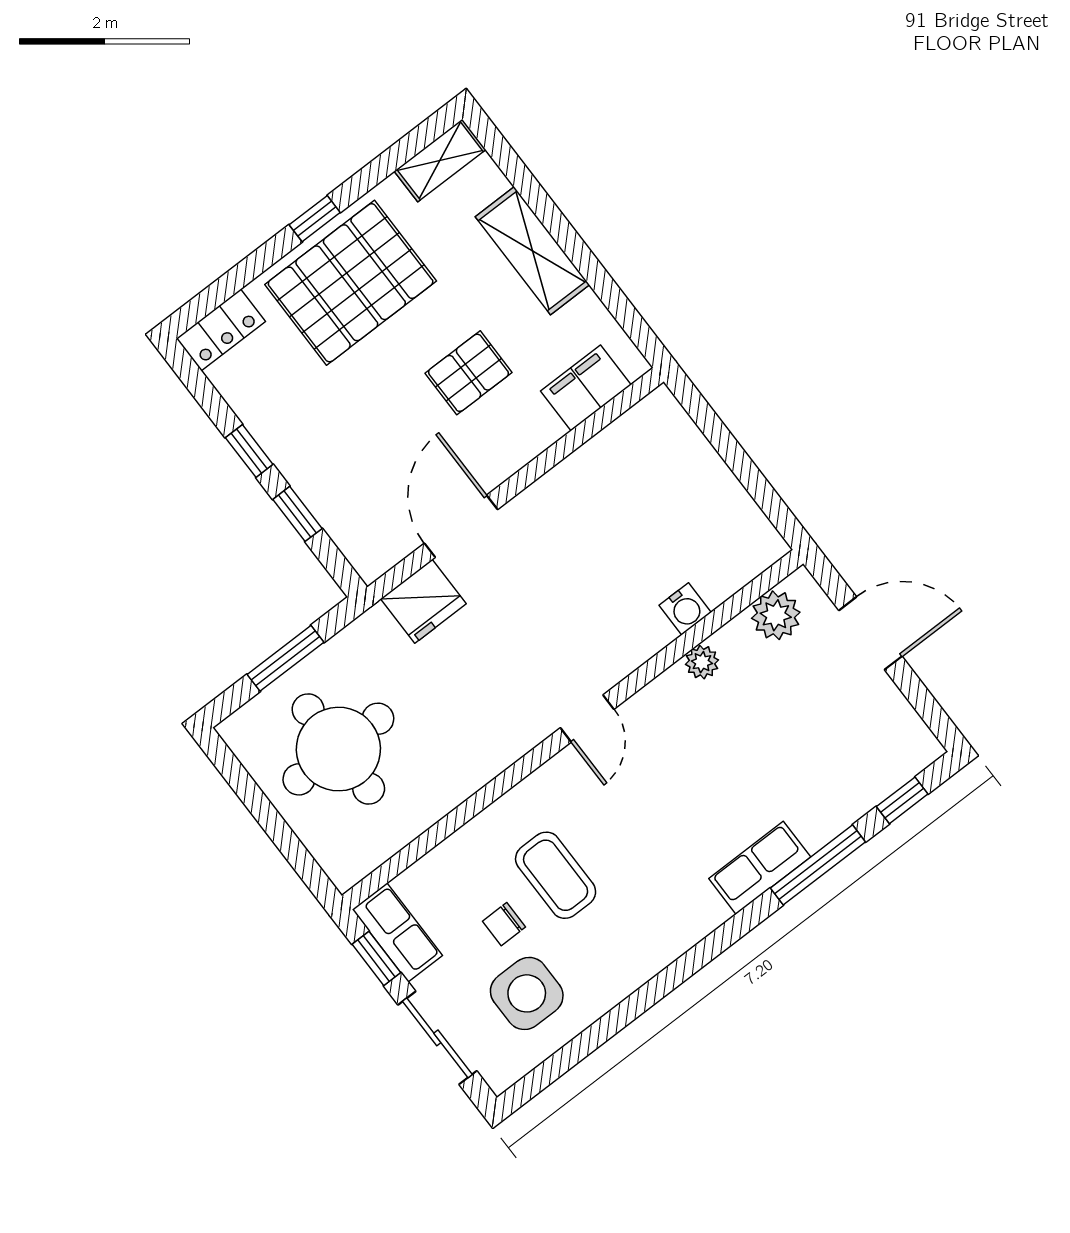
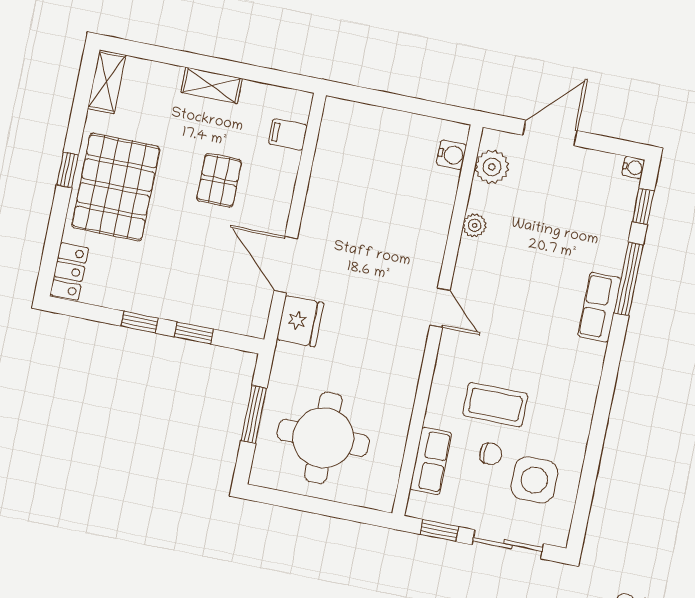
shelving: (532, 251) -> (212, 85), width x0.67, depth x0.75
filing cabinet: (586, 388) -> (288, 134), width x0.50
water cooler: (685, 609) -> (451, 155), moved
water cooler: (928, 749) -> (633, 167), added
chair: (504, 924) -> (491, 454), turned -90
row of seats: (397, 932) -> (431, 461), moved, turned 90

